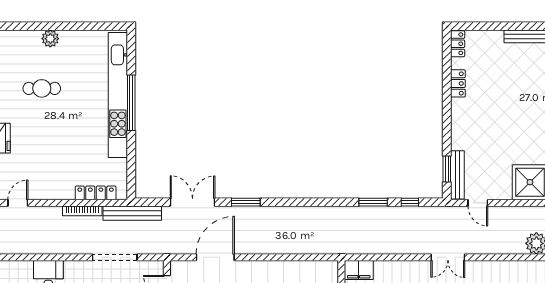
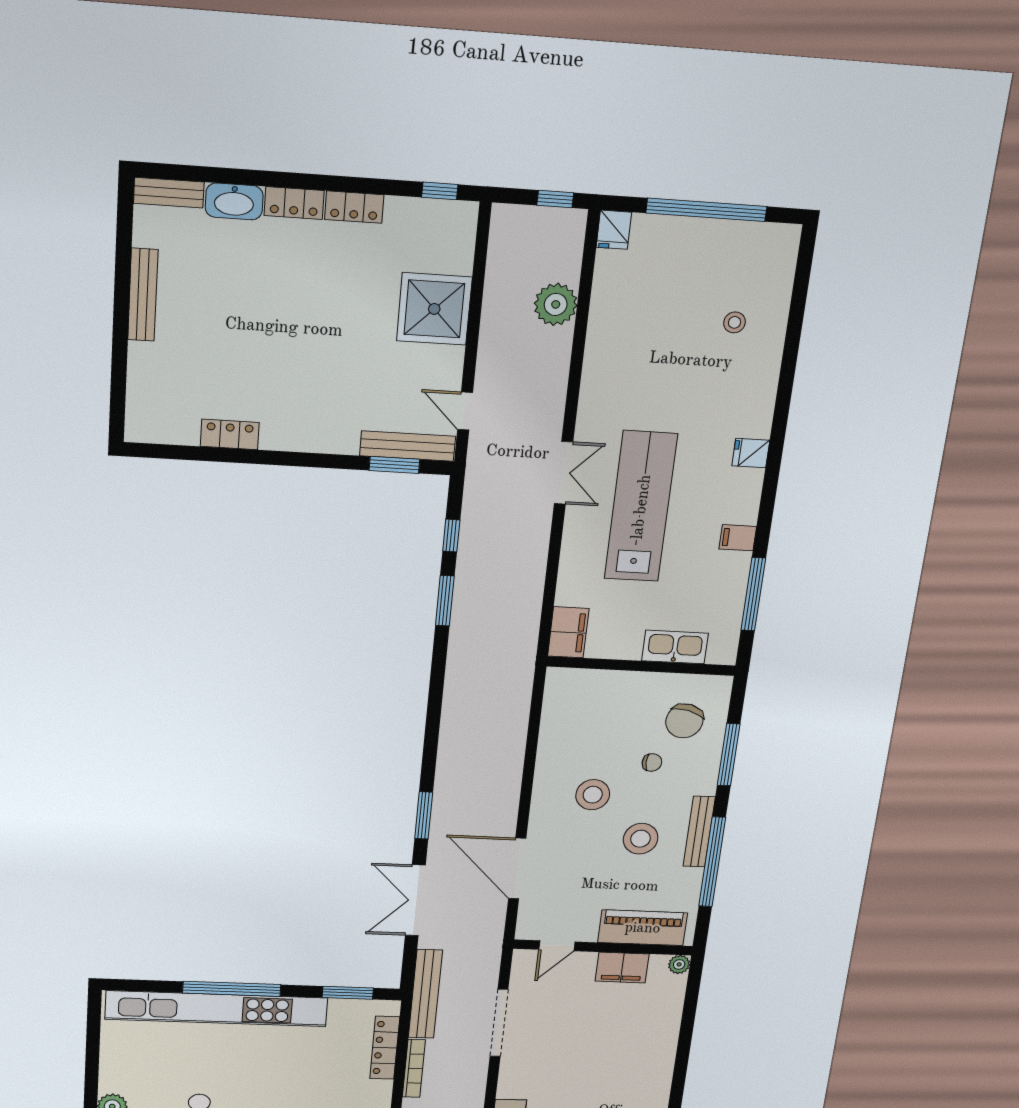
locker: (458, 44) -> (152, 430), removed
window: (131, 169) -> (348, 993), added
door: (478, 203) -> (465, 411), swing flipped

